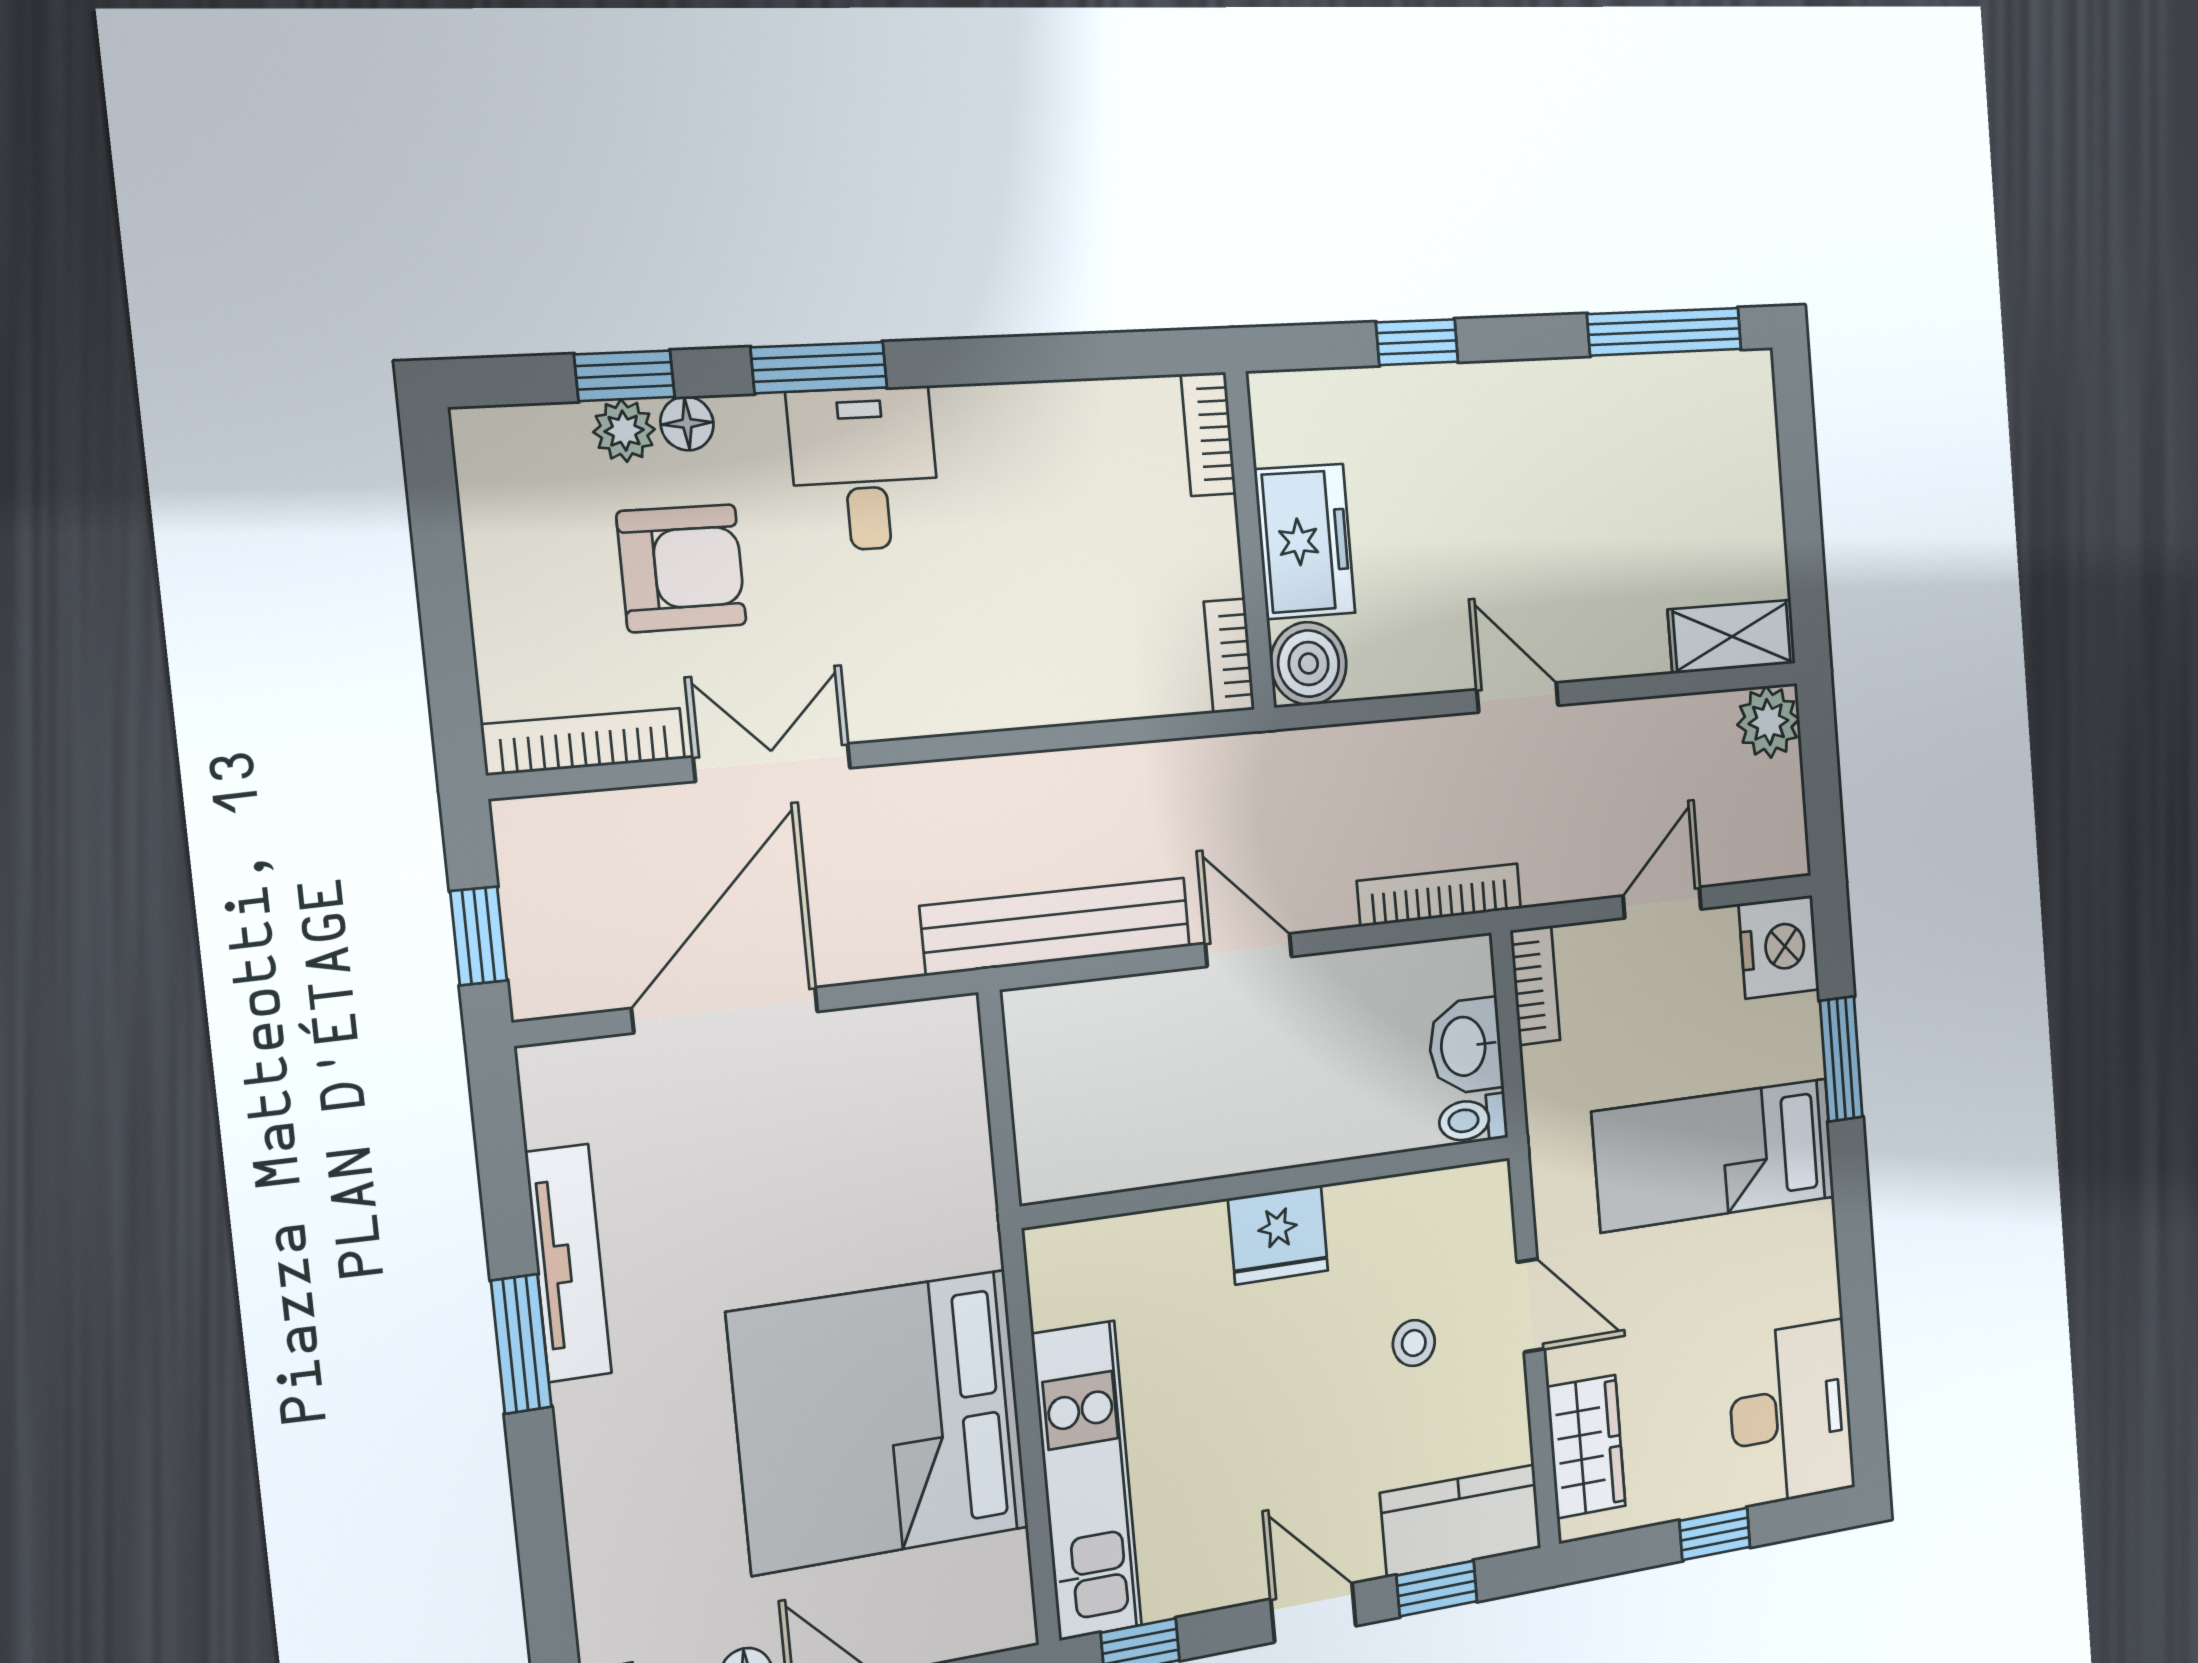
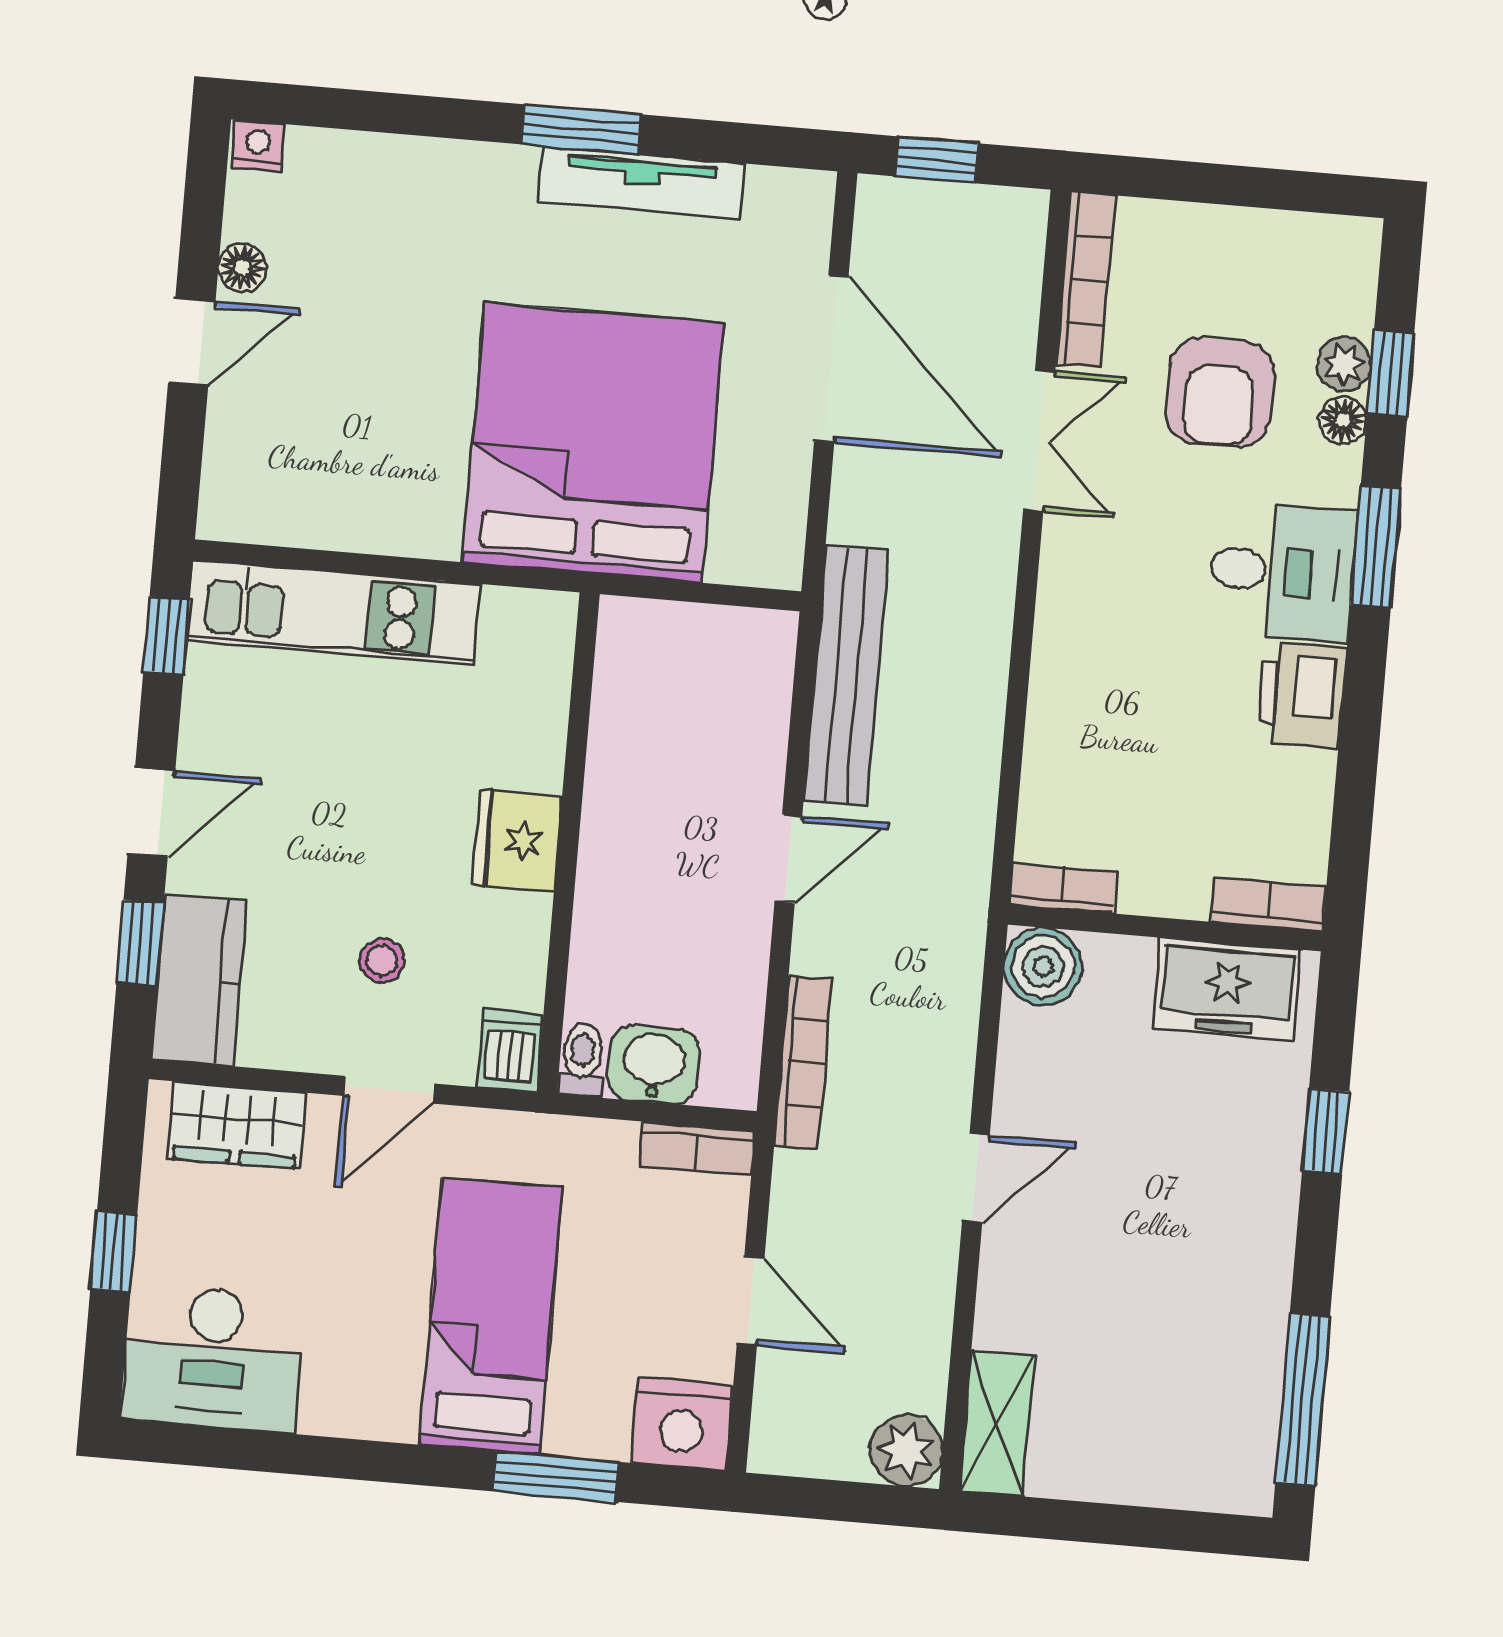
printer: (991, 429) -> (1301, 695), added
freezer: (1305, 541) -> (1227, 989), moved
dishwasher: (1476, 1194) -> (510, 1051), added
bed: (879, 1421) -> (593, 443), moved

